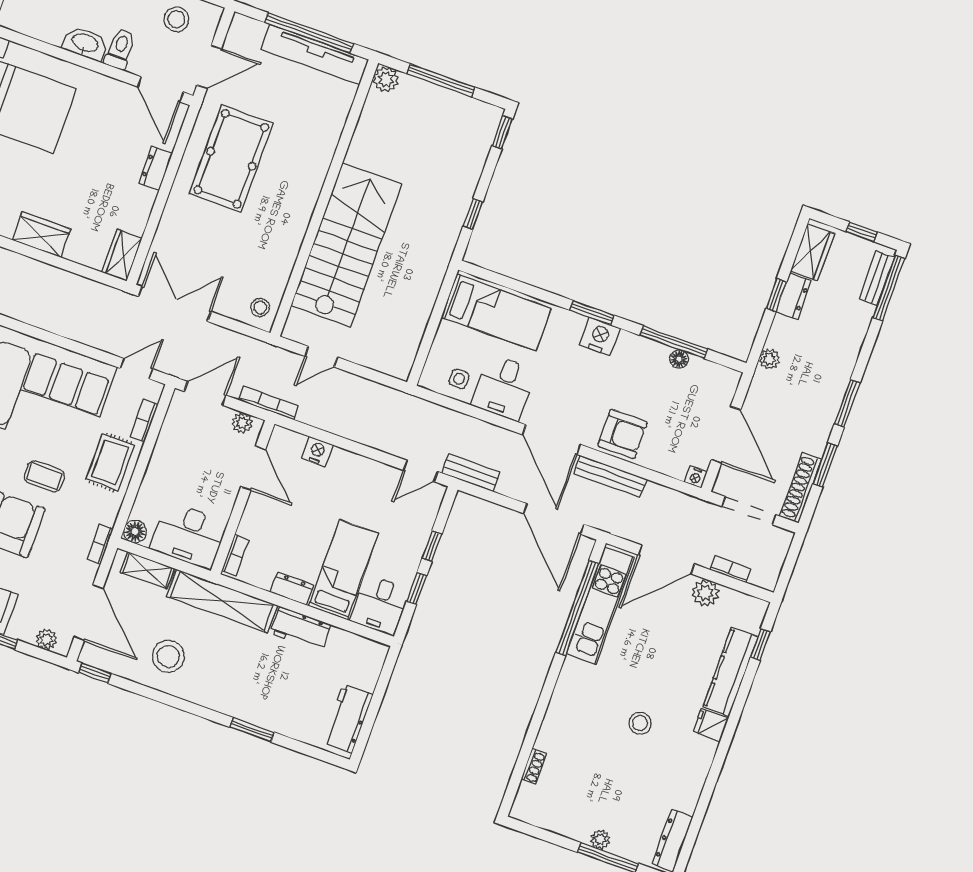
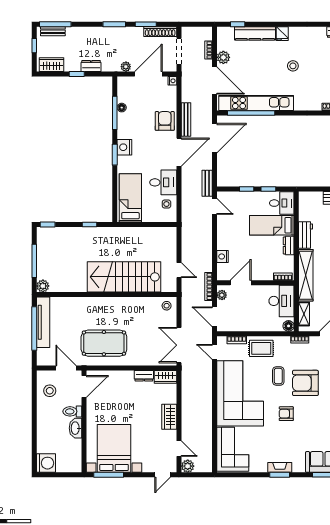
dresser: (156, 168) -> (144, 376), moved
dresser: (793, 296) -> (91, 66), moved
plant: (769, 359) -> (126, 67), moved
kitchen unit: (600, 606) -> (256, 103), width x1.36

